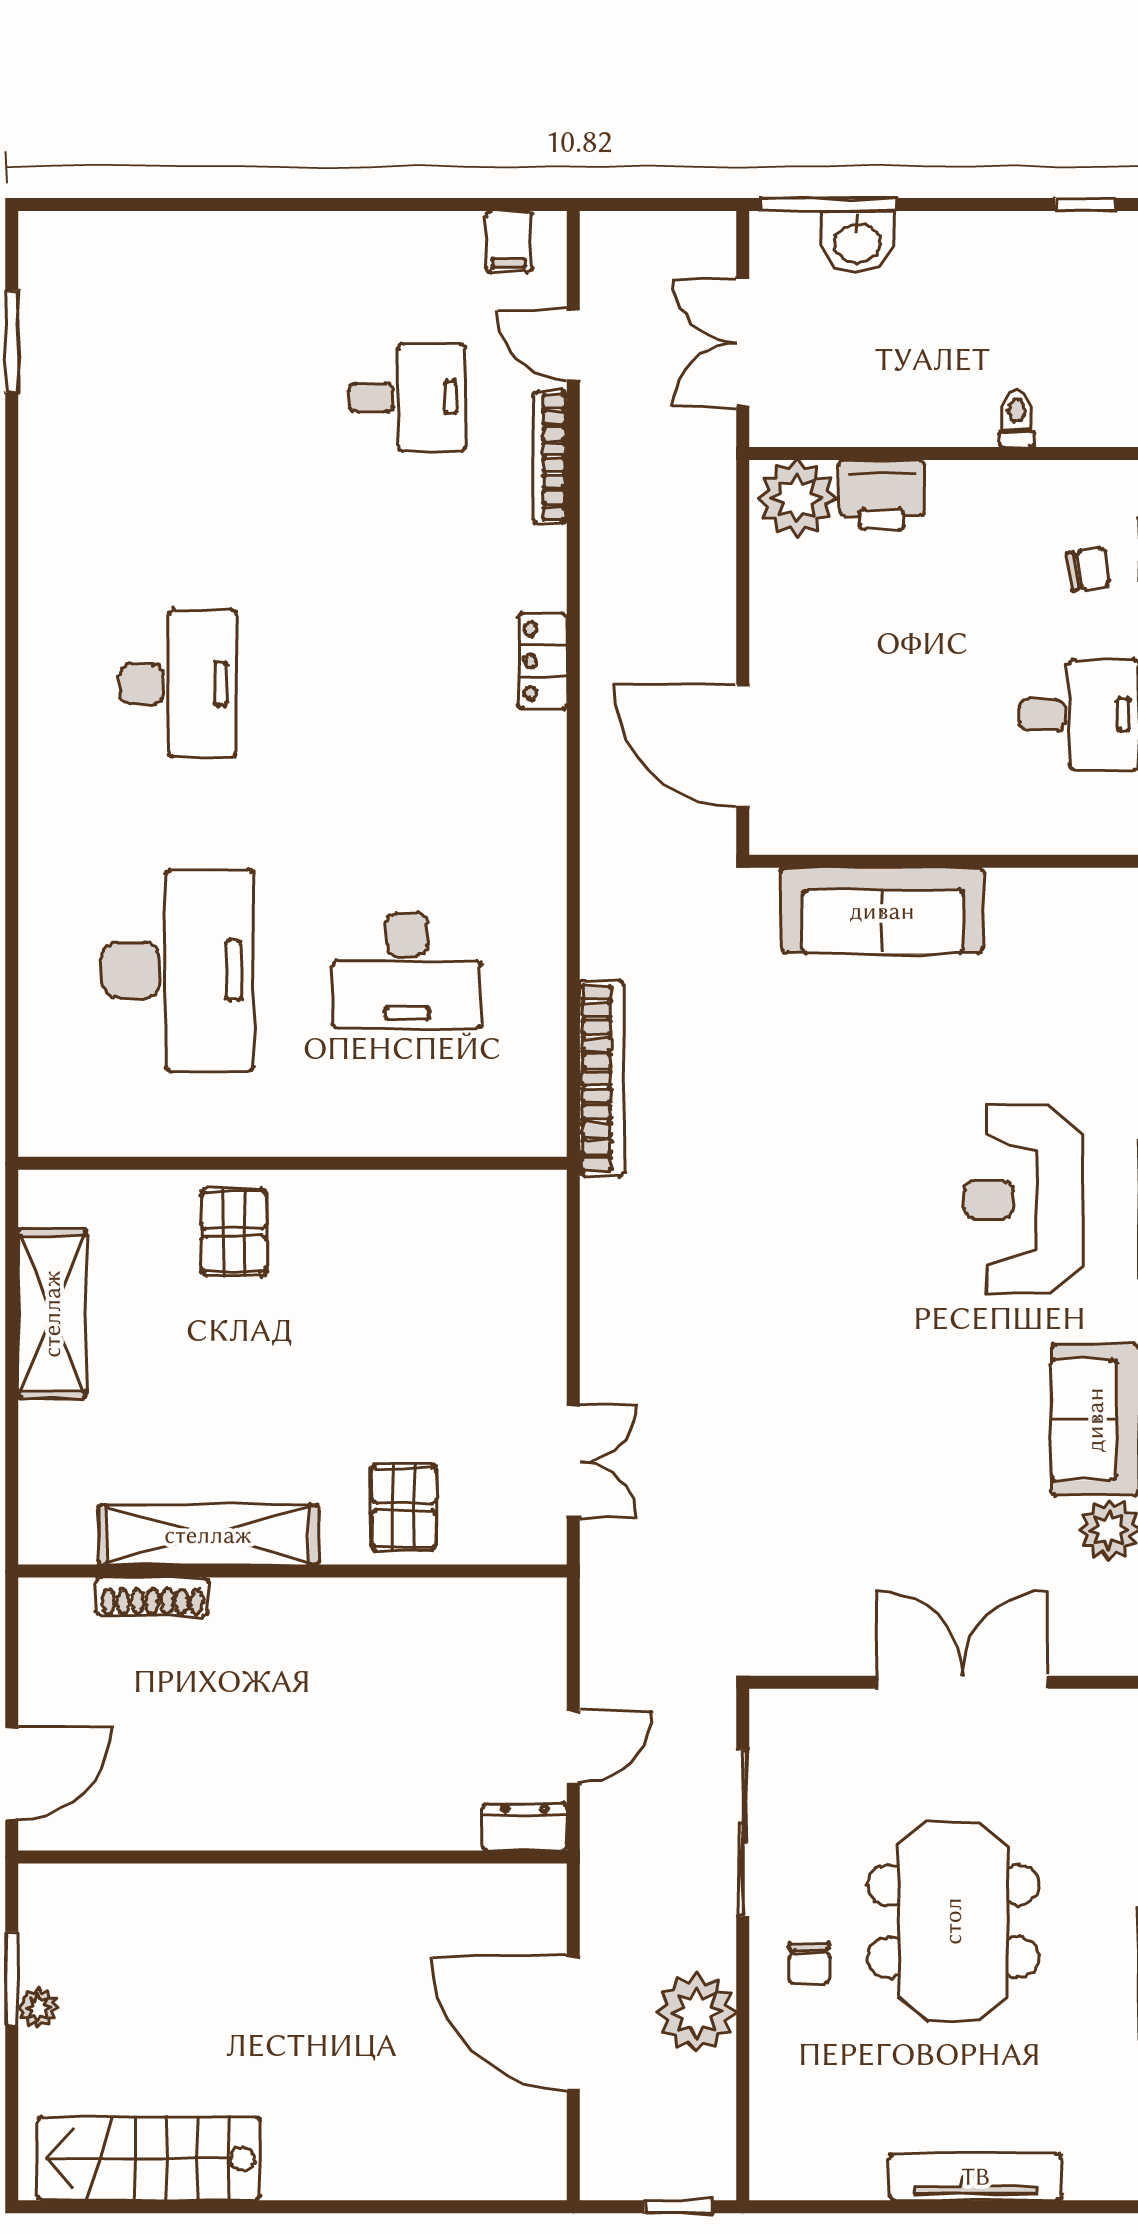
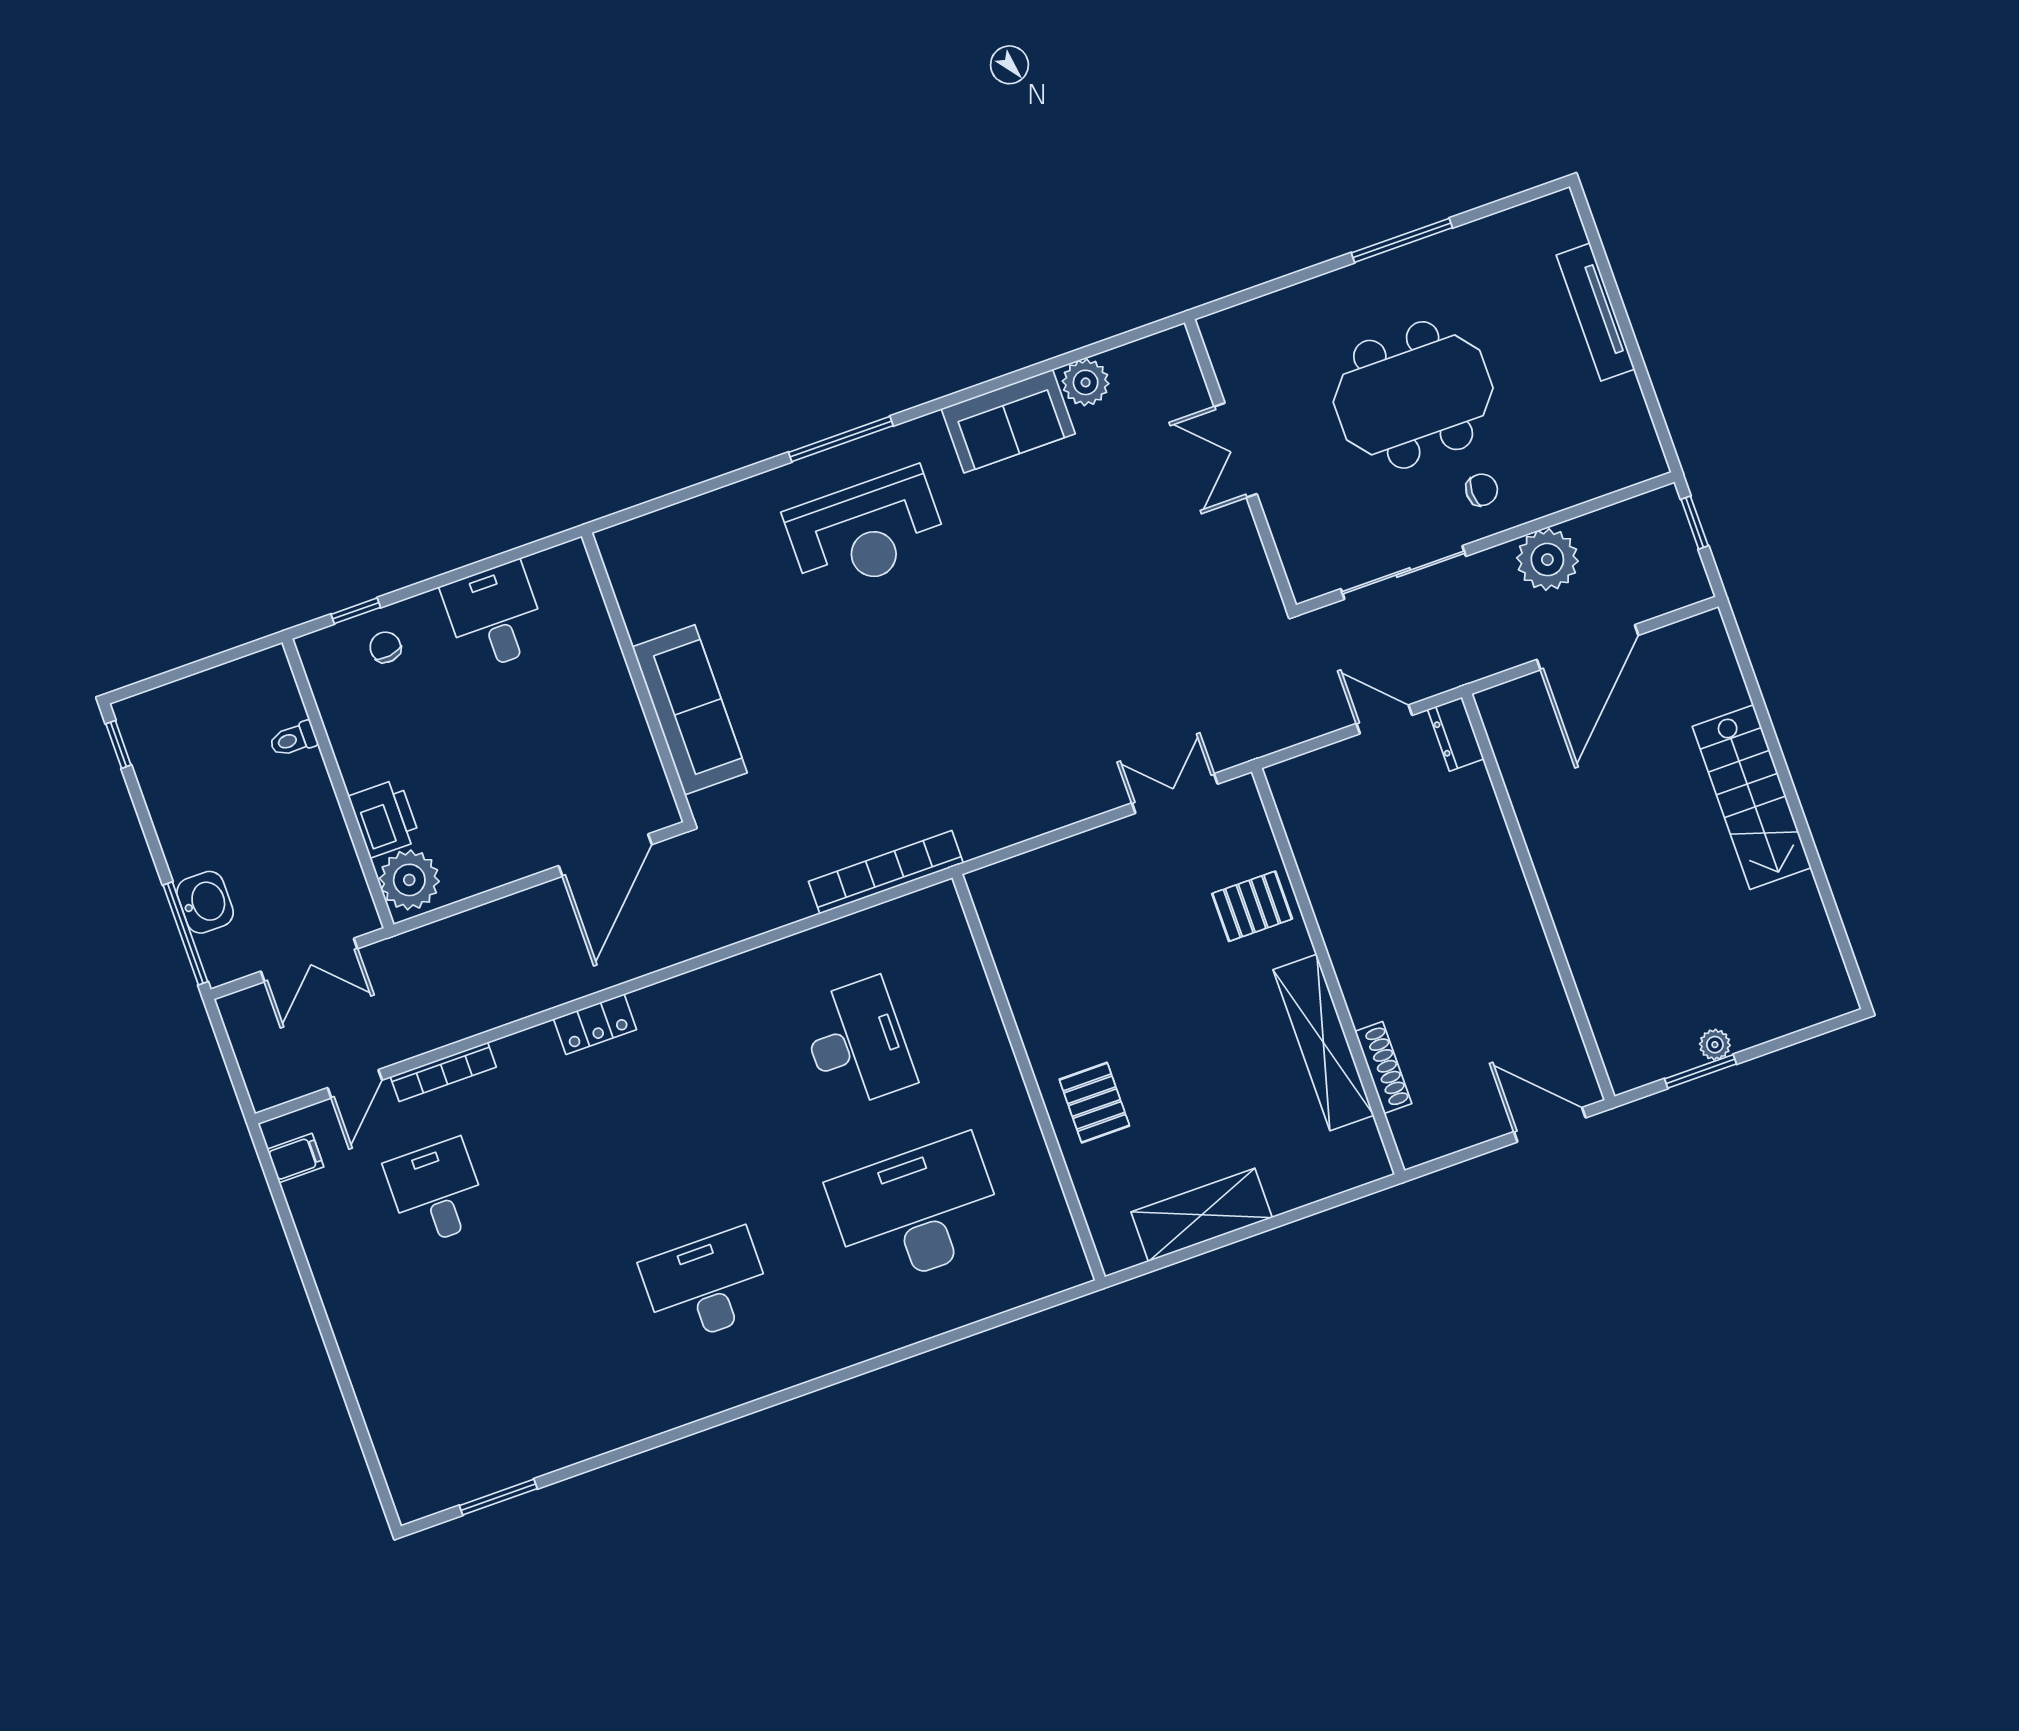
pallet: (234, 1232) -> (1094, 1103), turned 90
double door: (963, 1682) -> (1236, 450), width x0.73
stairs: (149, 2158) -> (1752, 797), moved

